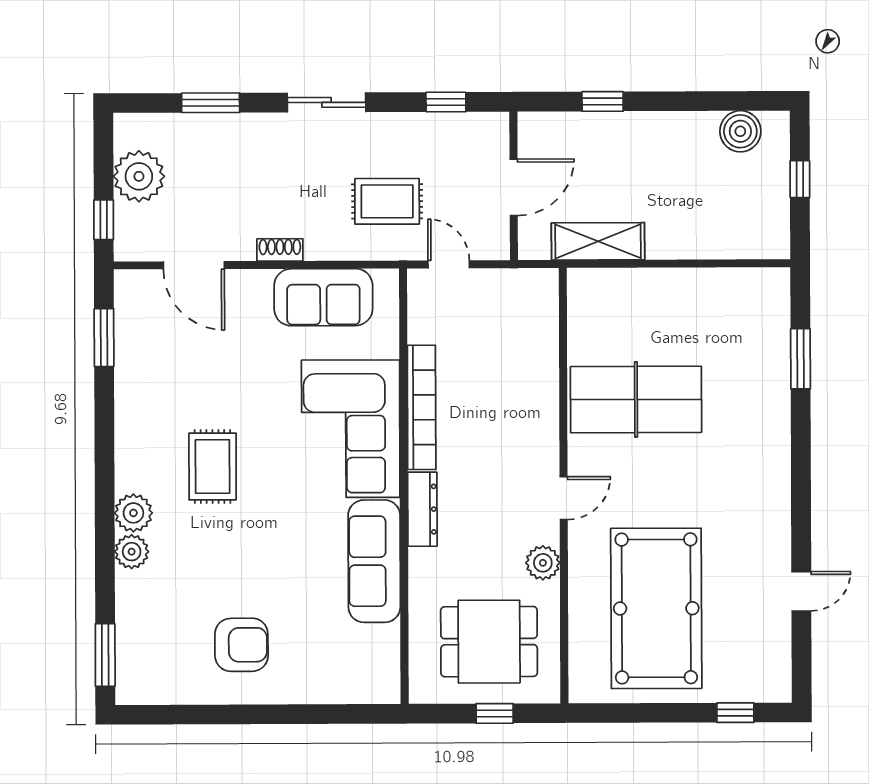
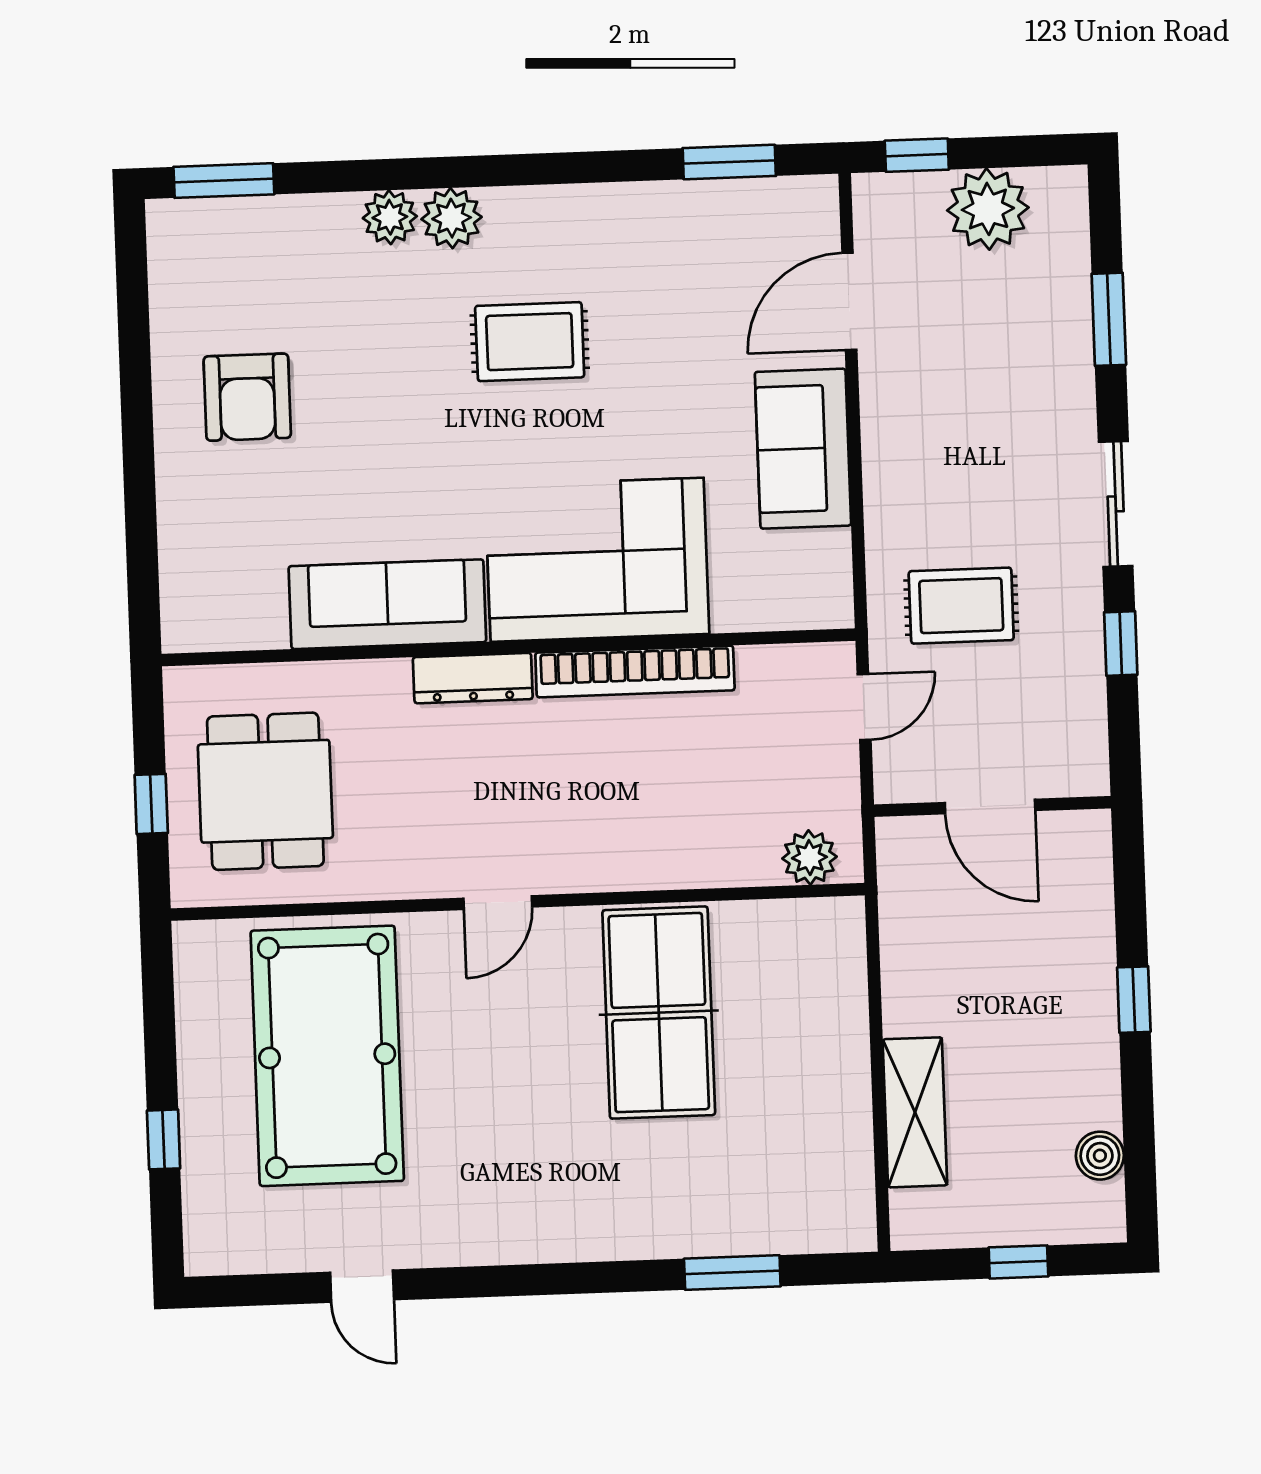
window: (603, 101) -> (1134, 1000), moved
window: (446, 102) -> (1121, 643), moved
boiler: (740, 131) -> (1100, 1156), width x0.73, depth x0.73
rug: (387, 201) -> (961, 606), turned 90
shelving: (598, 241) -> (915, 1112), moved
shoe rack: (280, 250) -> (878, 438), removed
sofa: (323, 297) -> (803, 449), moved
door: (564, 498) -> (498, 903), hinge flipped
plant: (543, 563) -> (809, 858), moved
pool table: (656, 608) -> (327, 1056), turned 90
window: (735, 713) -> (164, 1139), moved

